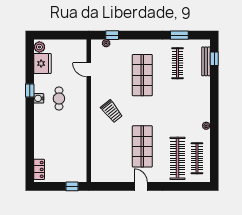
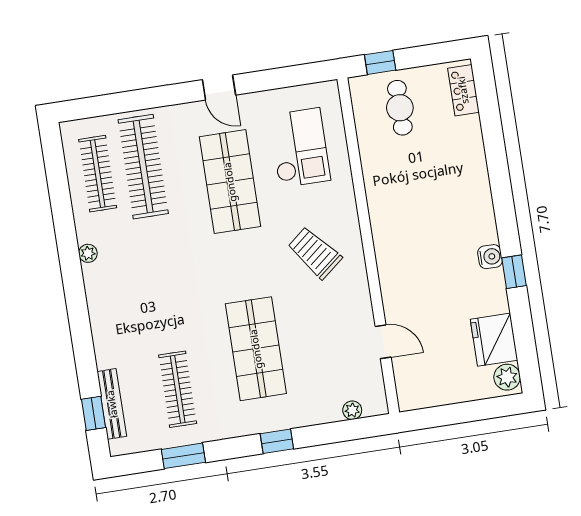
window: (112, 35) -> (277, 441), moved
cafe table: (59, 99) -> (400, 108), moved
checkout: (111, 156) -> (300, 148), added

